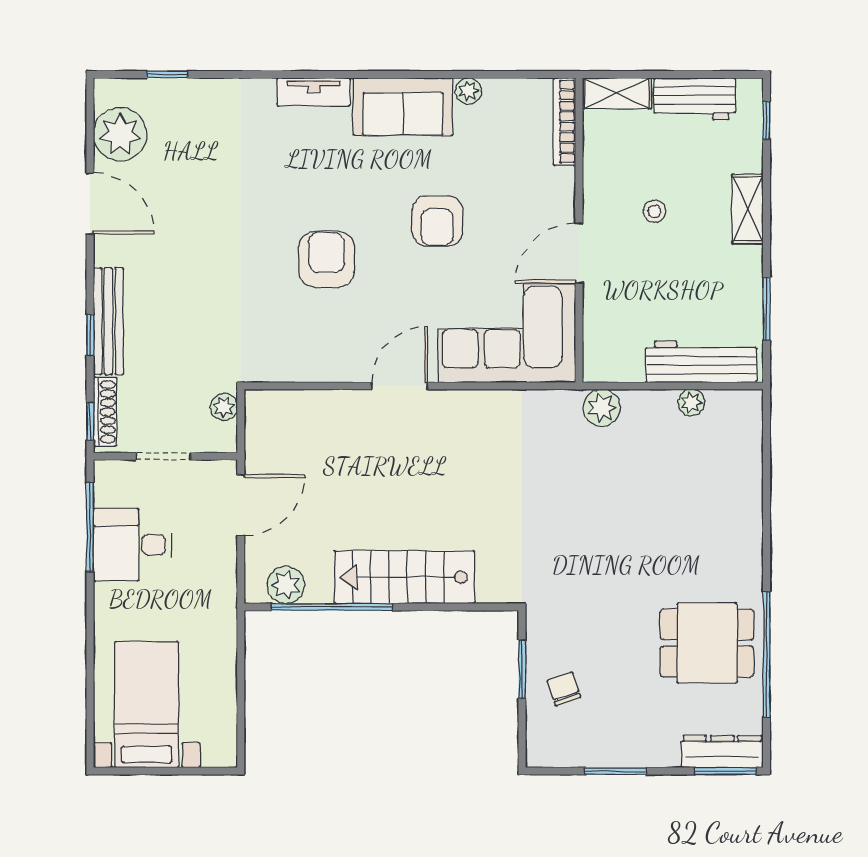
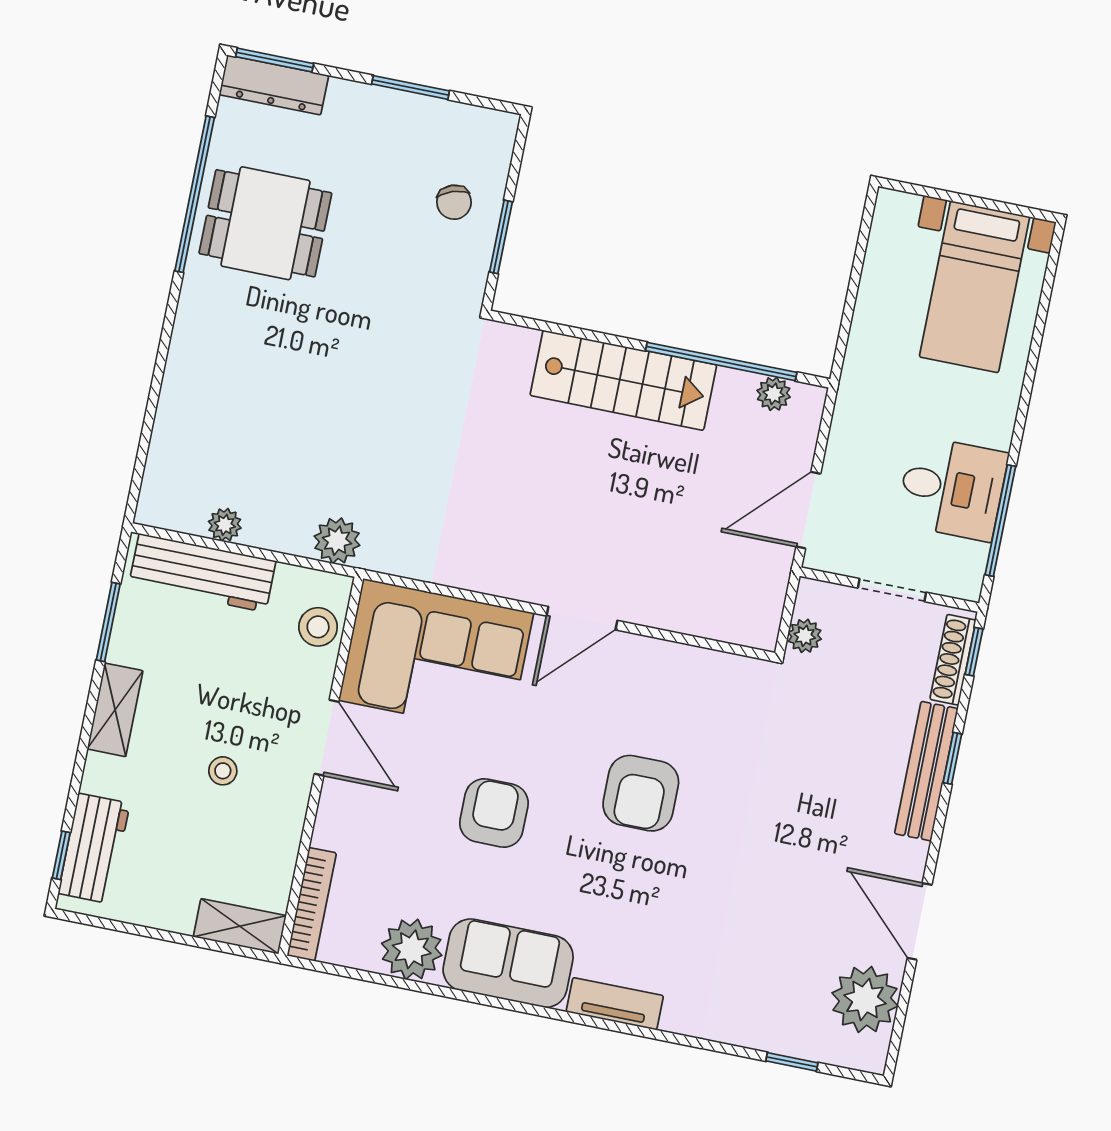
plant: (468, 91) -> (412, 949), width x1.88, depth x1.88
workbench: (695, 99) -> (94, 848), moved, turned 90
shelving: (748, 209) -> (115, 710), moved
door: (579, 253) -> (327, 738), hinge flipped
stool: (603, 338) -> (318, 627), added
plant: (286, 585) -> (774, 394), width x0.73, depth x0.73

